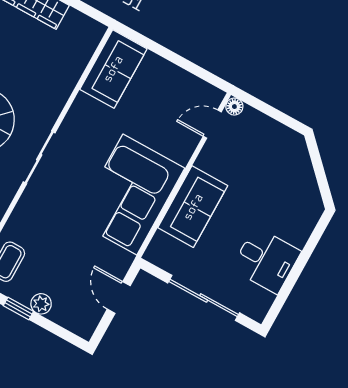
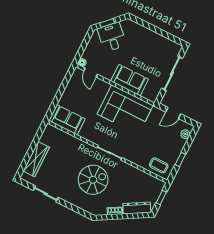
window: (317, 163) -> (107, 23), added
desk: (266, 260) -> (112, 37), moved, turned -45
plant: (41, 304) -> (185, 134), moved

